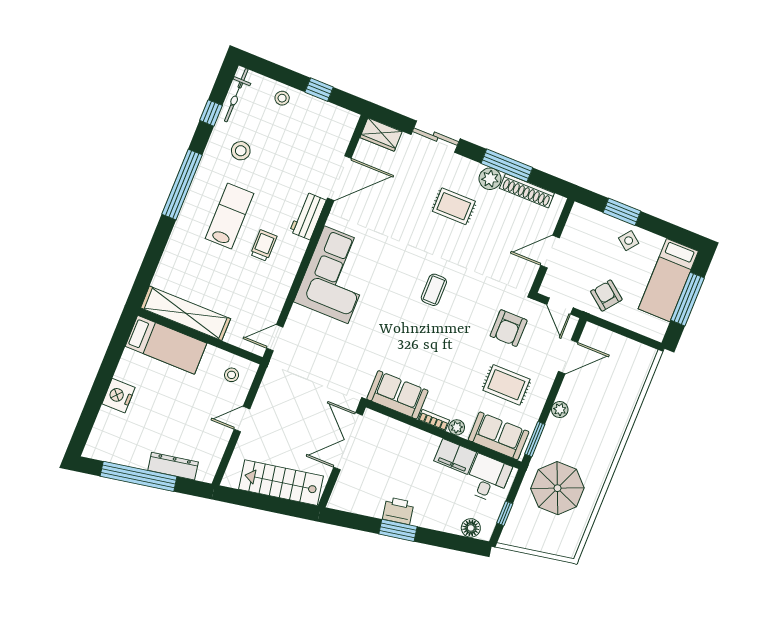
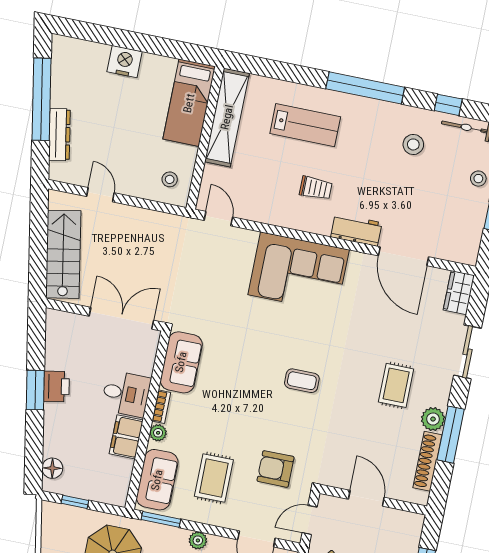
lab bench: (229, 216) -> (305, 125), moved
door: (242, 419) -> (100, 195), moved
desk: (488, 478) -> (126, 394), moved

